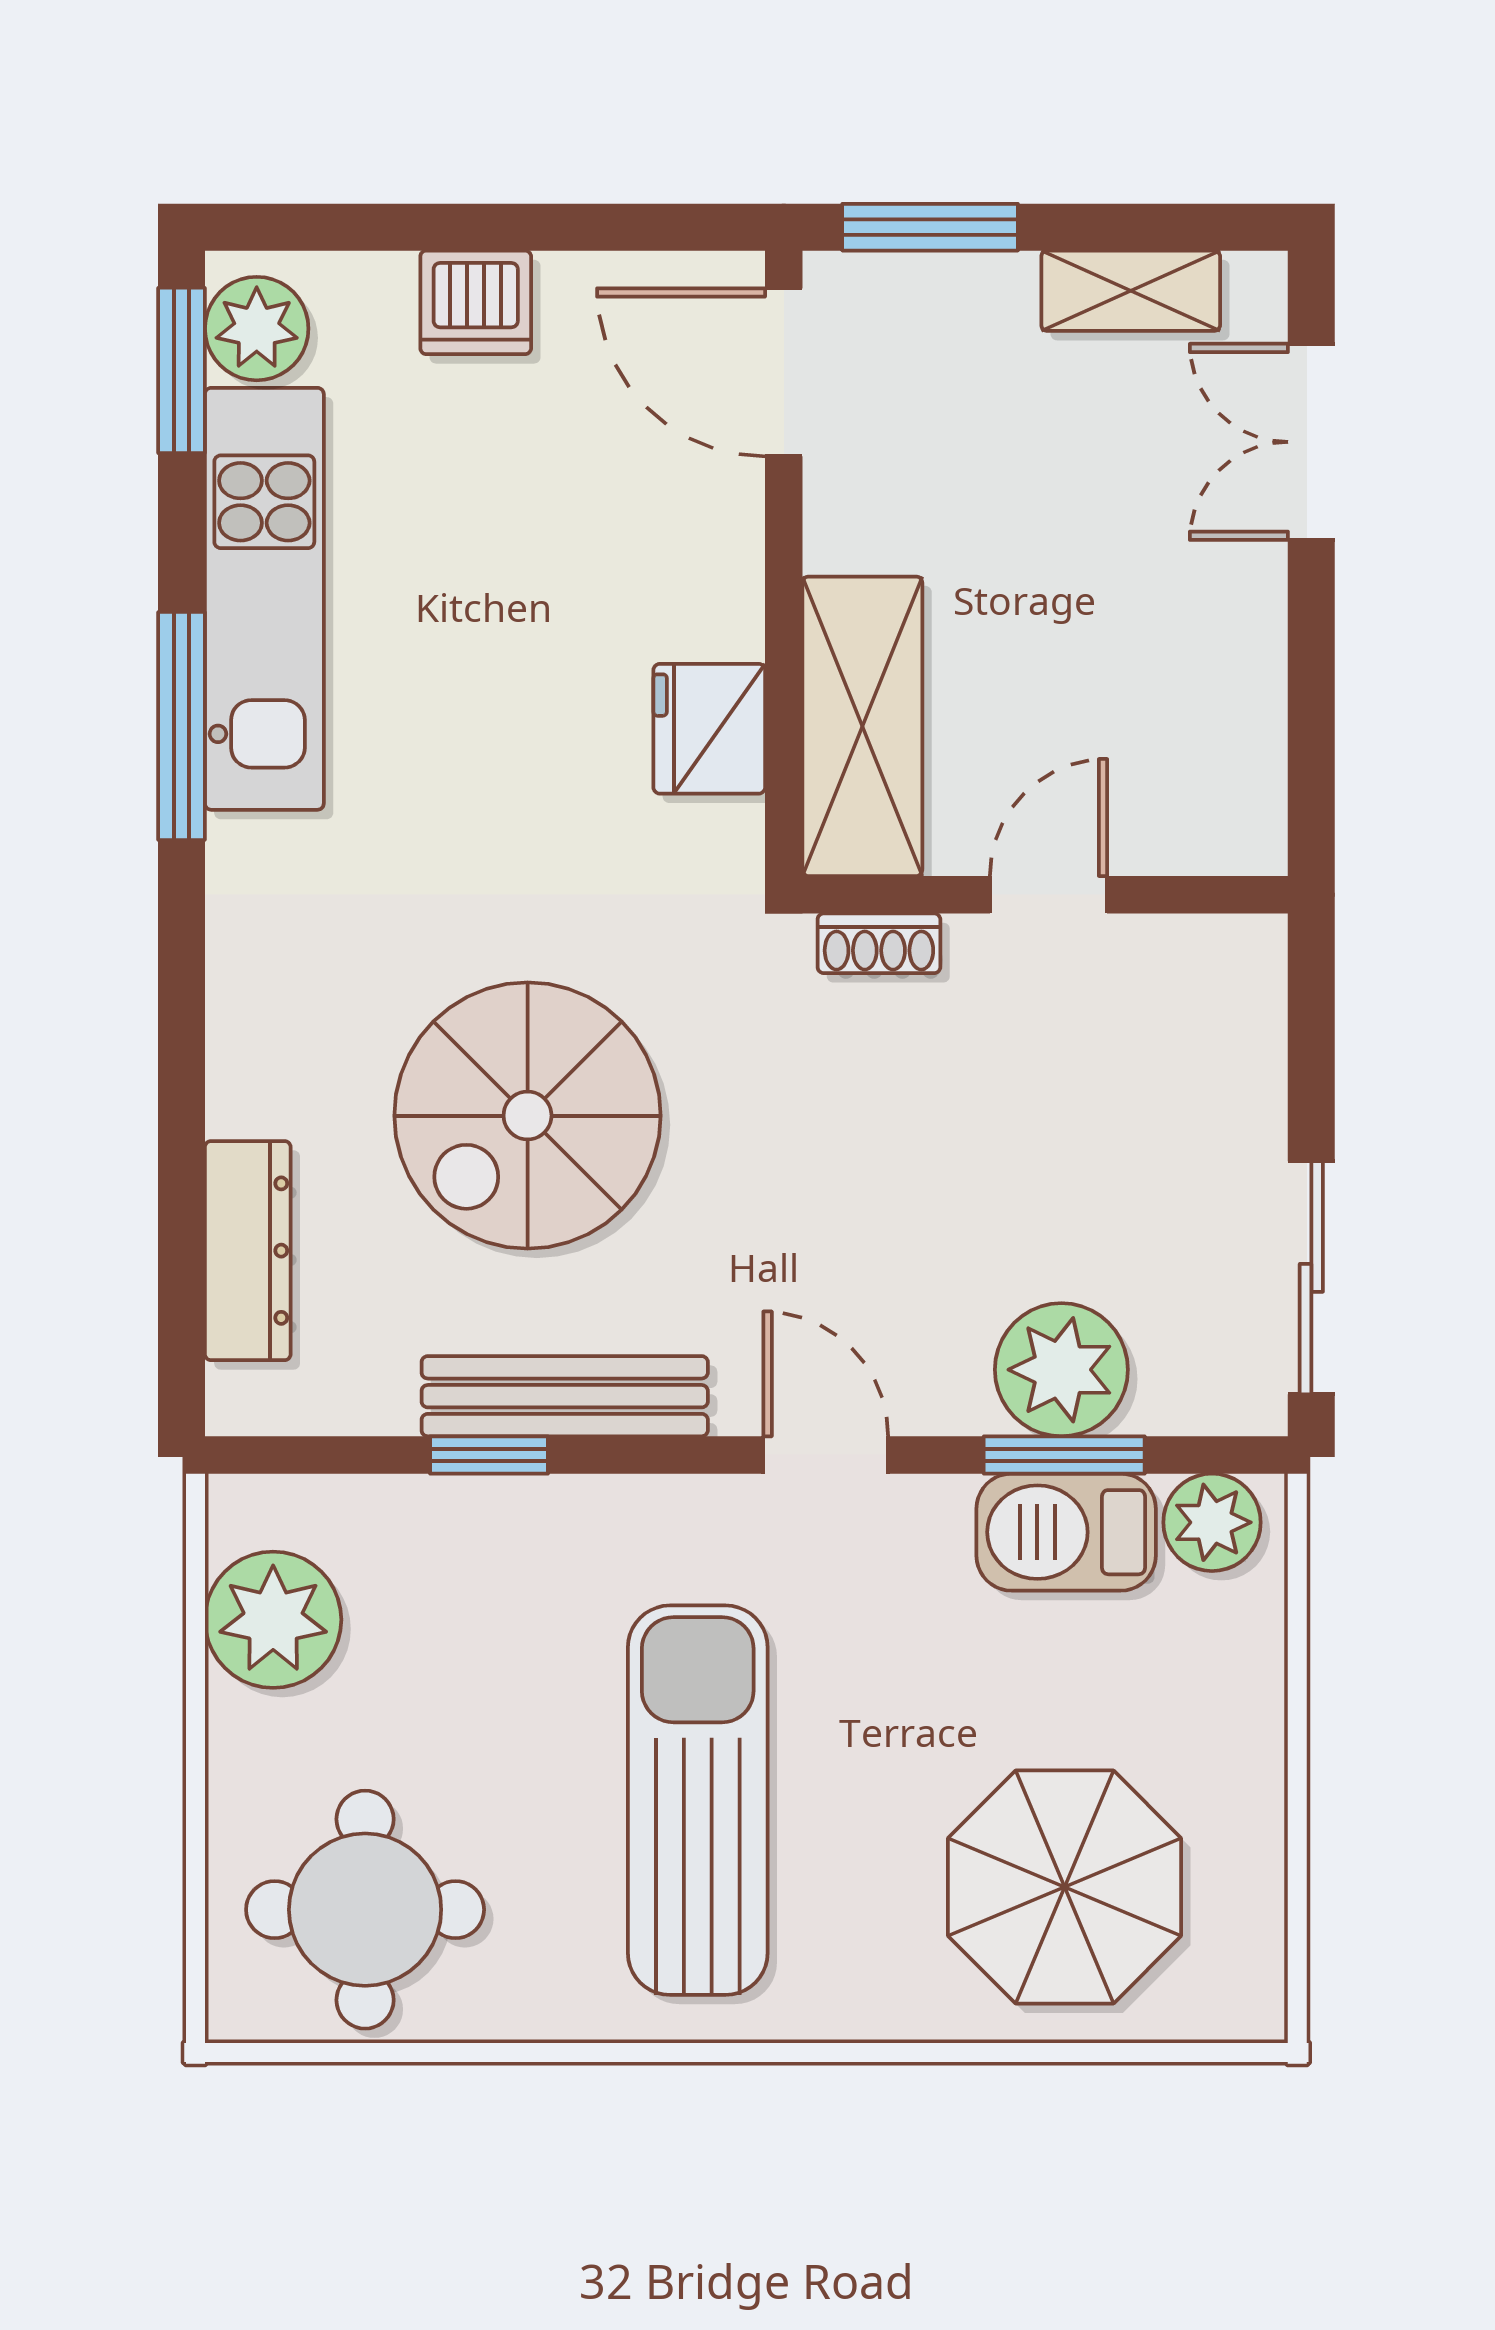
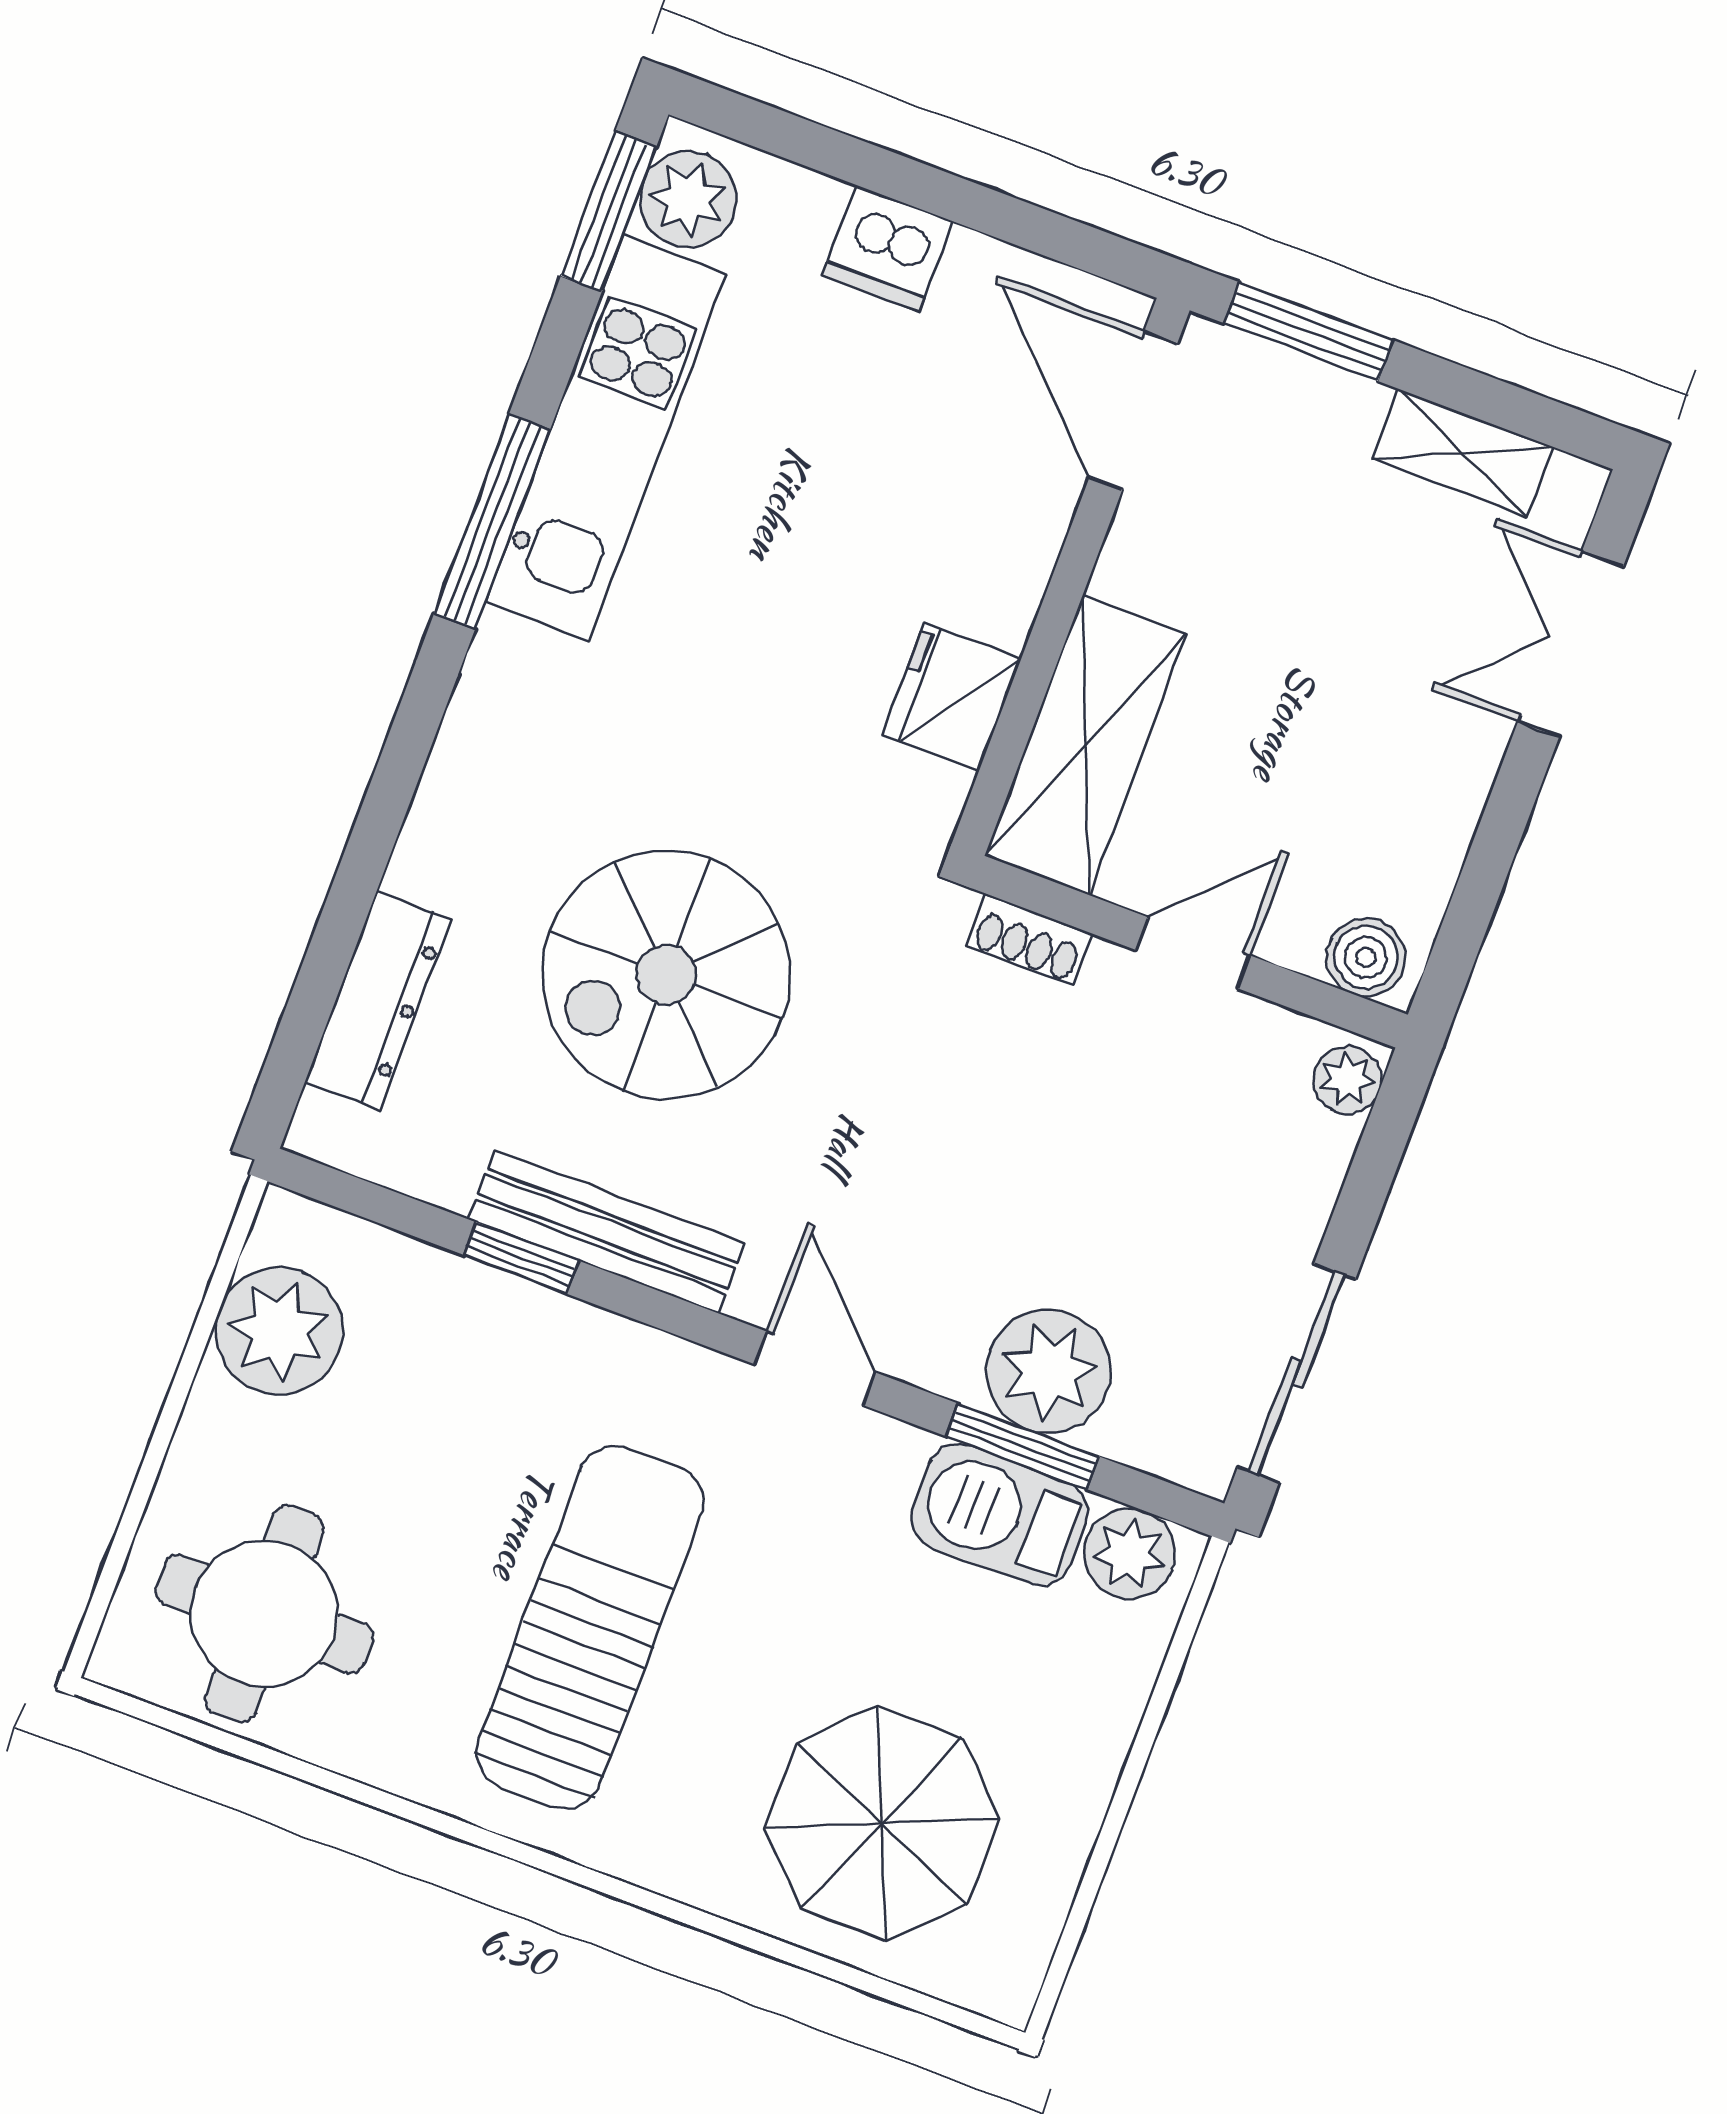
boiler: (1224, 834) -> (1366, 957), added
plant: (1252, 964) -> (1347, 1080), added

